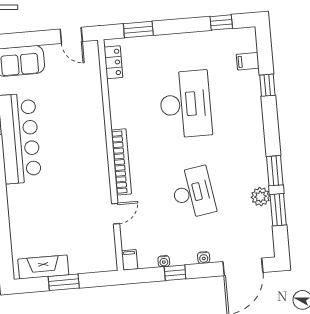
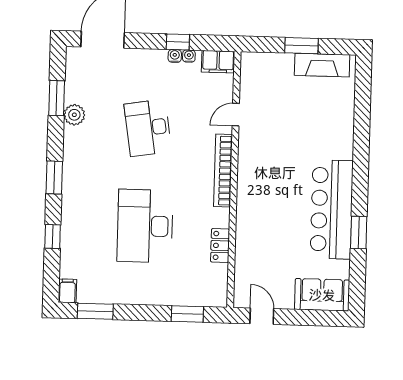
window: (221, 22) -> (95, 311), width x1.50
filing cabinet: (248, 61) -> (67, 291), moved, turned -90
locker: (113, 62) -> (220, 246), moved
window: (275, 171) -> (54, 177), moved
water cooler: (204, 258) -> (175, 56), moved
filing cabinet: (130, 260) -> (218, 62), width x2.00

